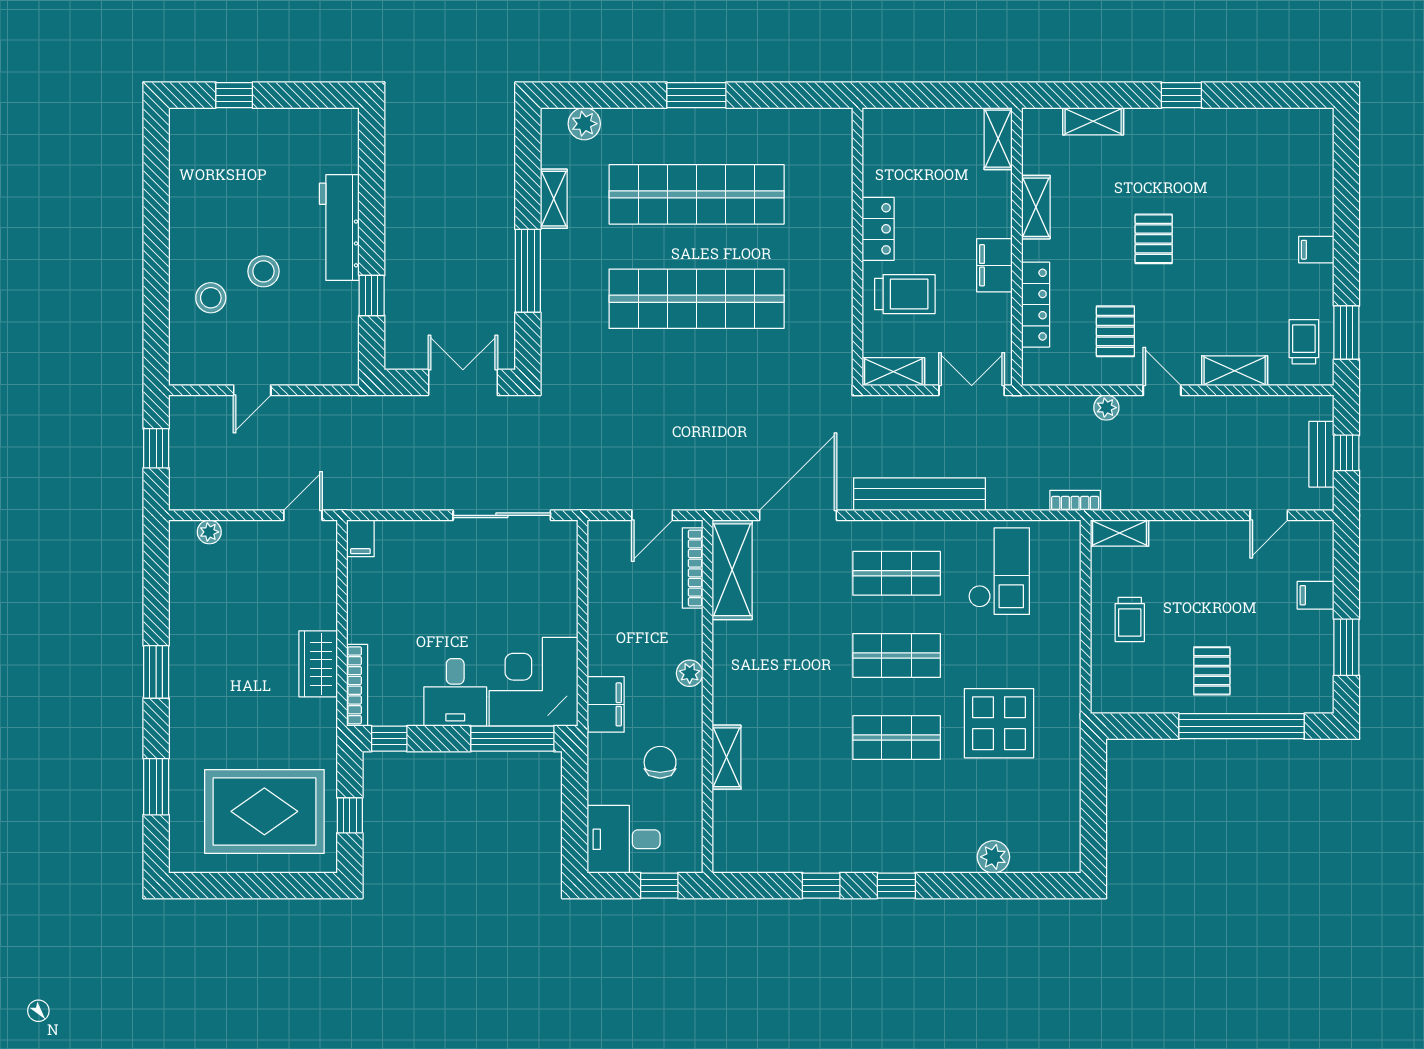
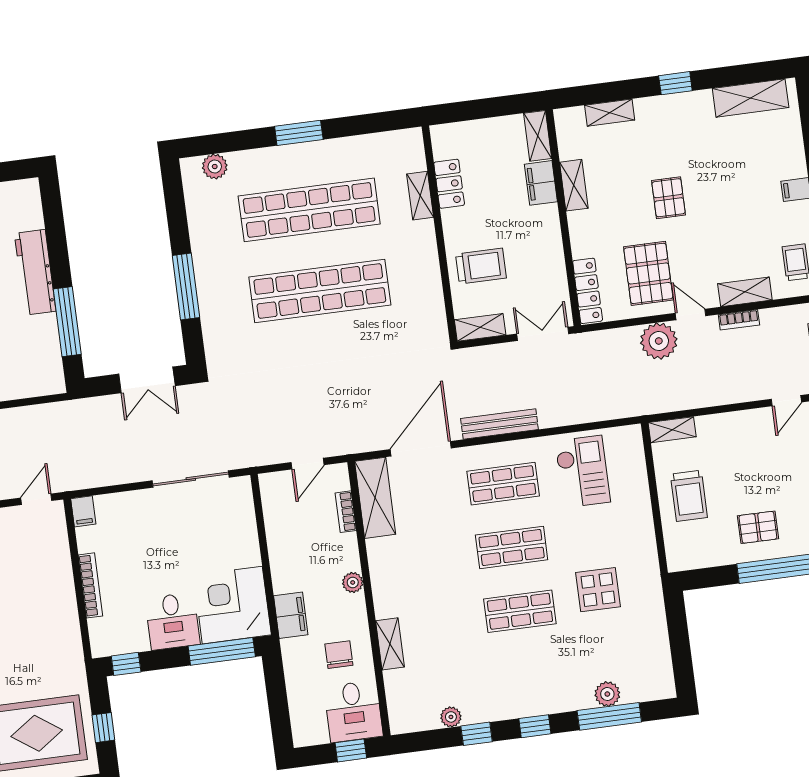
shelving: (1274, 126) -> (751, 98), added
shelving: (554, 199) -> (420, 196), moved
locker: (878, 229) -> (449, 184), moved
filing cabinet: (994, 265) -> (541, 183), moved
window: (372, 295) -> (67, 322), width x2.17
locker: (1036, 305) -> (588, 291), moved
pallet: (1115, 331) -> (648, 273), width x1.50, depth x1.42
double door: (463, 382) -> (147, 380), swing flipped
plant: (1106, 408) -> (659, 341), width x1.88, depth x1.88
bench: (919, 494) -> (499, 424), width x0.73, depth x0.82
bookcase: (1075, 501) -> (739, 320), moved, turned 180
bookcase: (693, 568) -> (346, 512), width x0.64
trolley: (1130, 619) -> (689, 496), width x1.36, depth x1.39
wardrobe: (318, 664) -> (63, 613), removed
pallet: (1212, 671) -> (758, 527), turned 90
bookcase: (357, 685) -> (90, 585), moved
display table: (999, 723) -> (598, 590), width x0.73, depth x0.73
desk: (624, 839) -> (353, 711), moved, turned -90
plant: (792, 860) -> (451, 717), added
window: (992, 886) -> (609, 716), added

